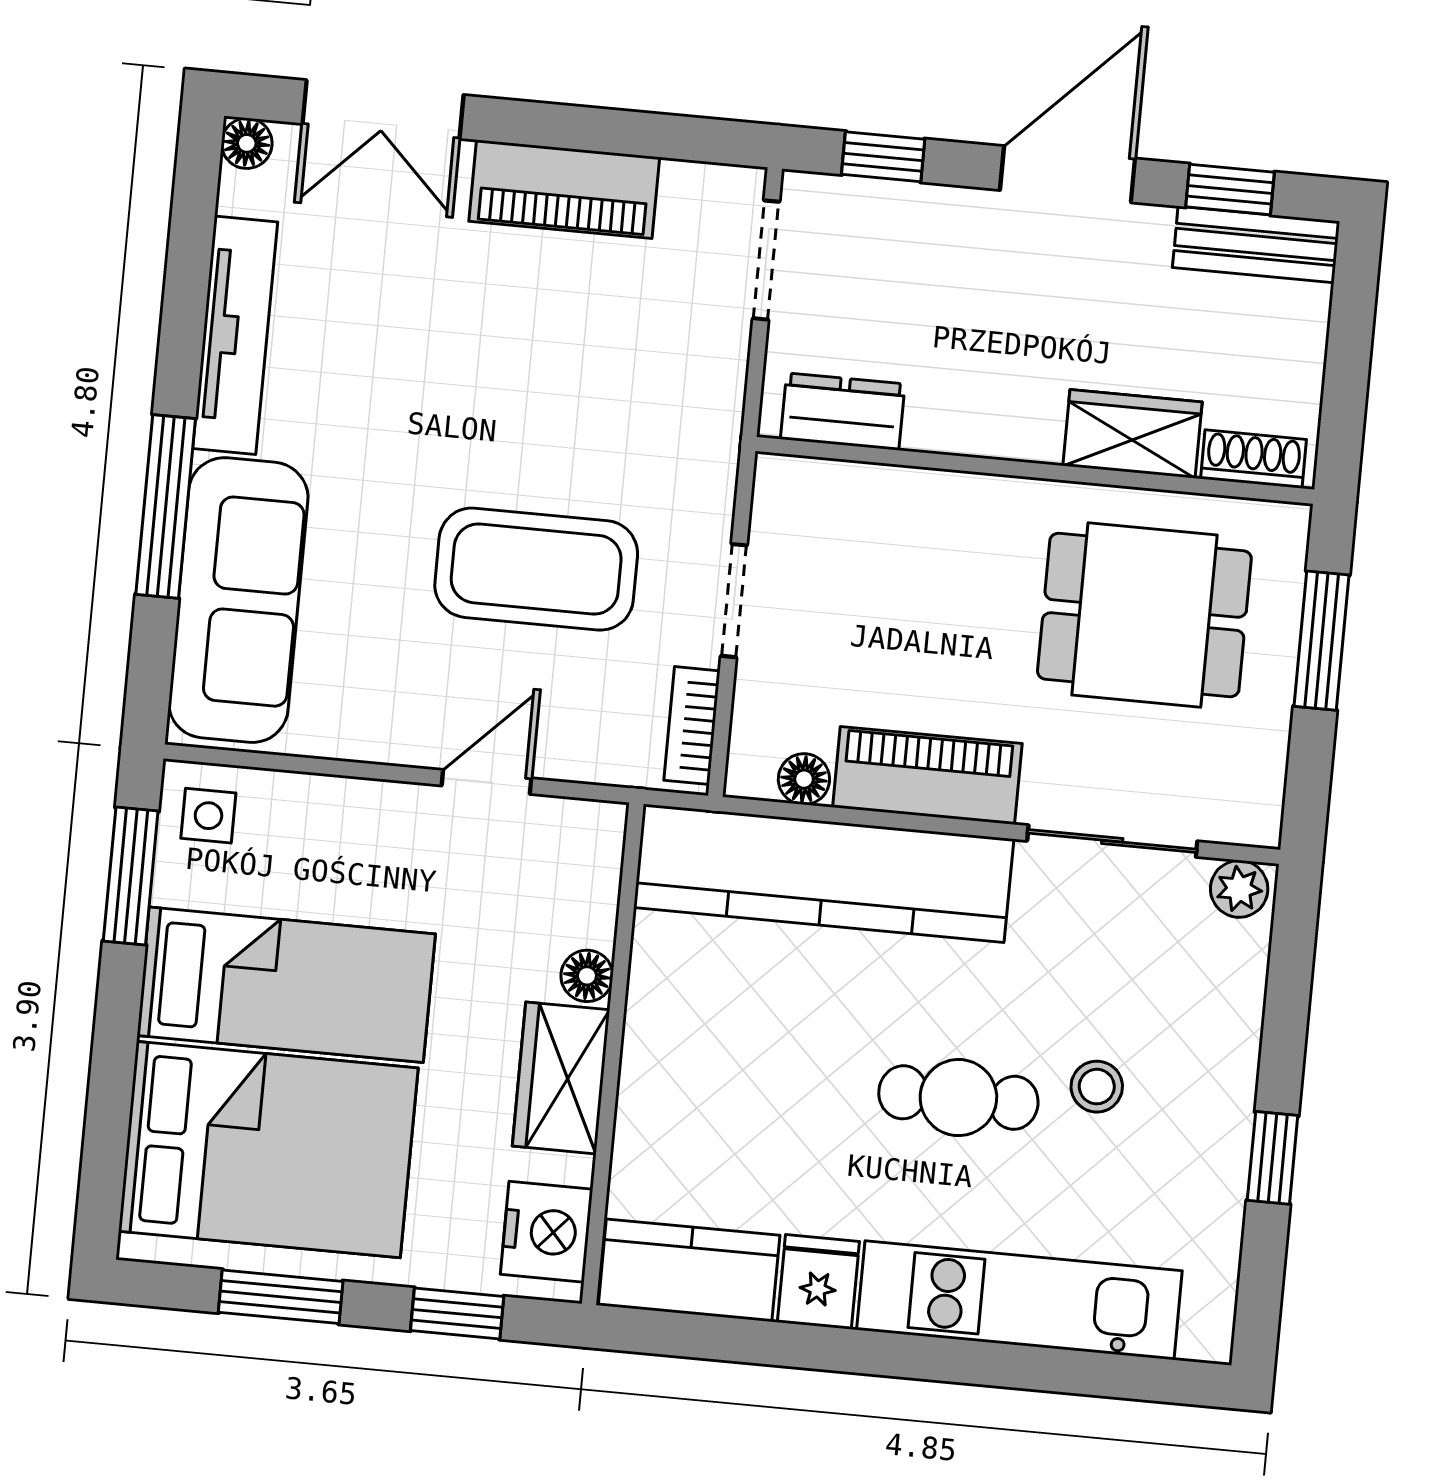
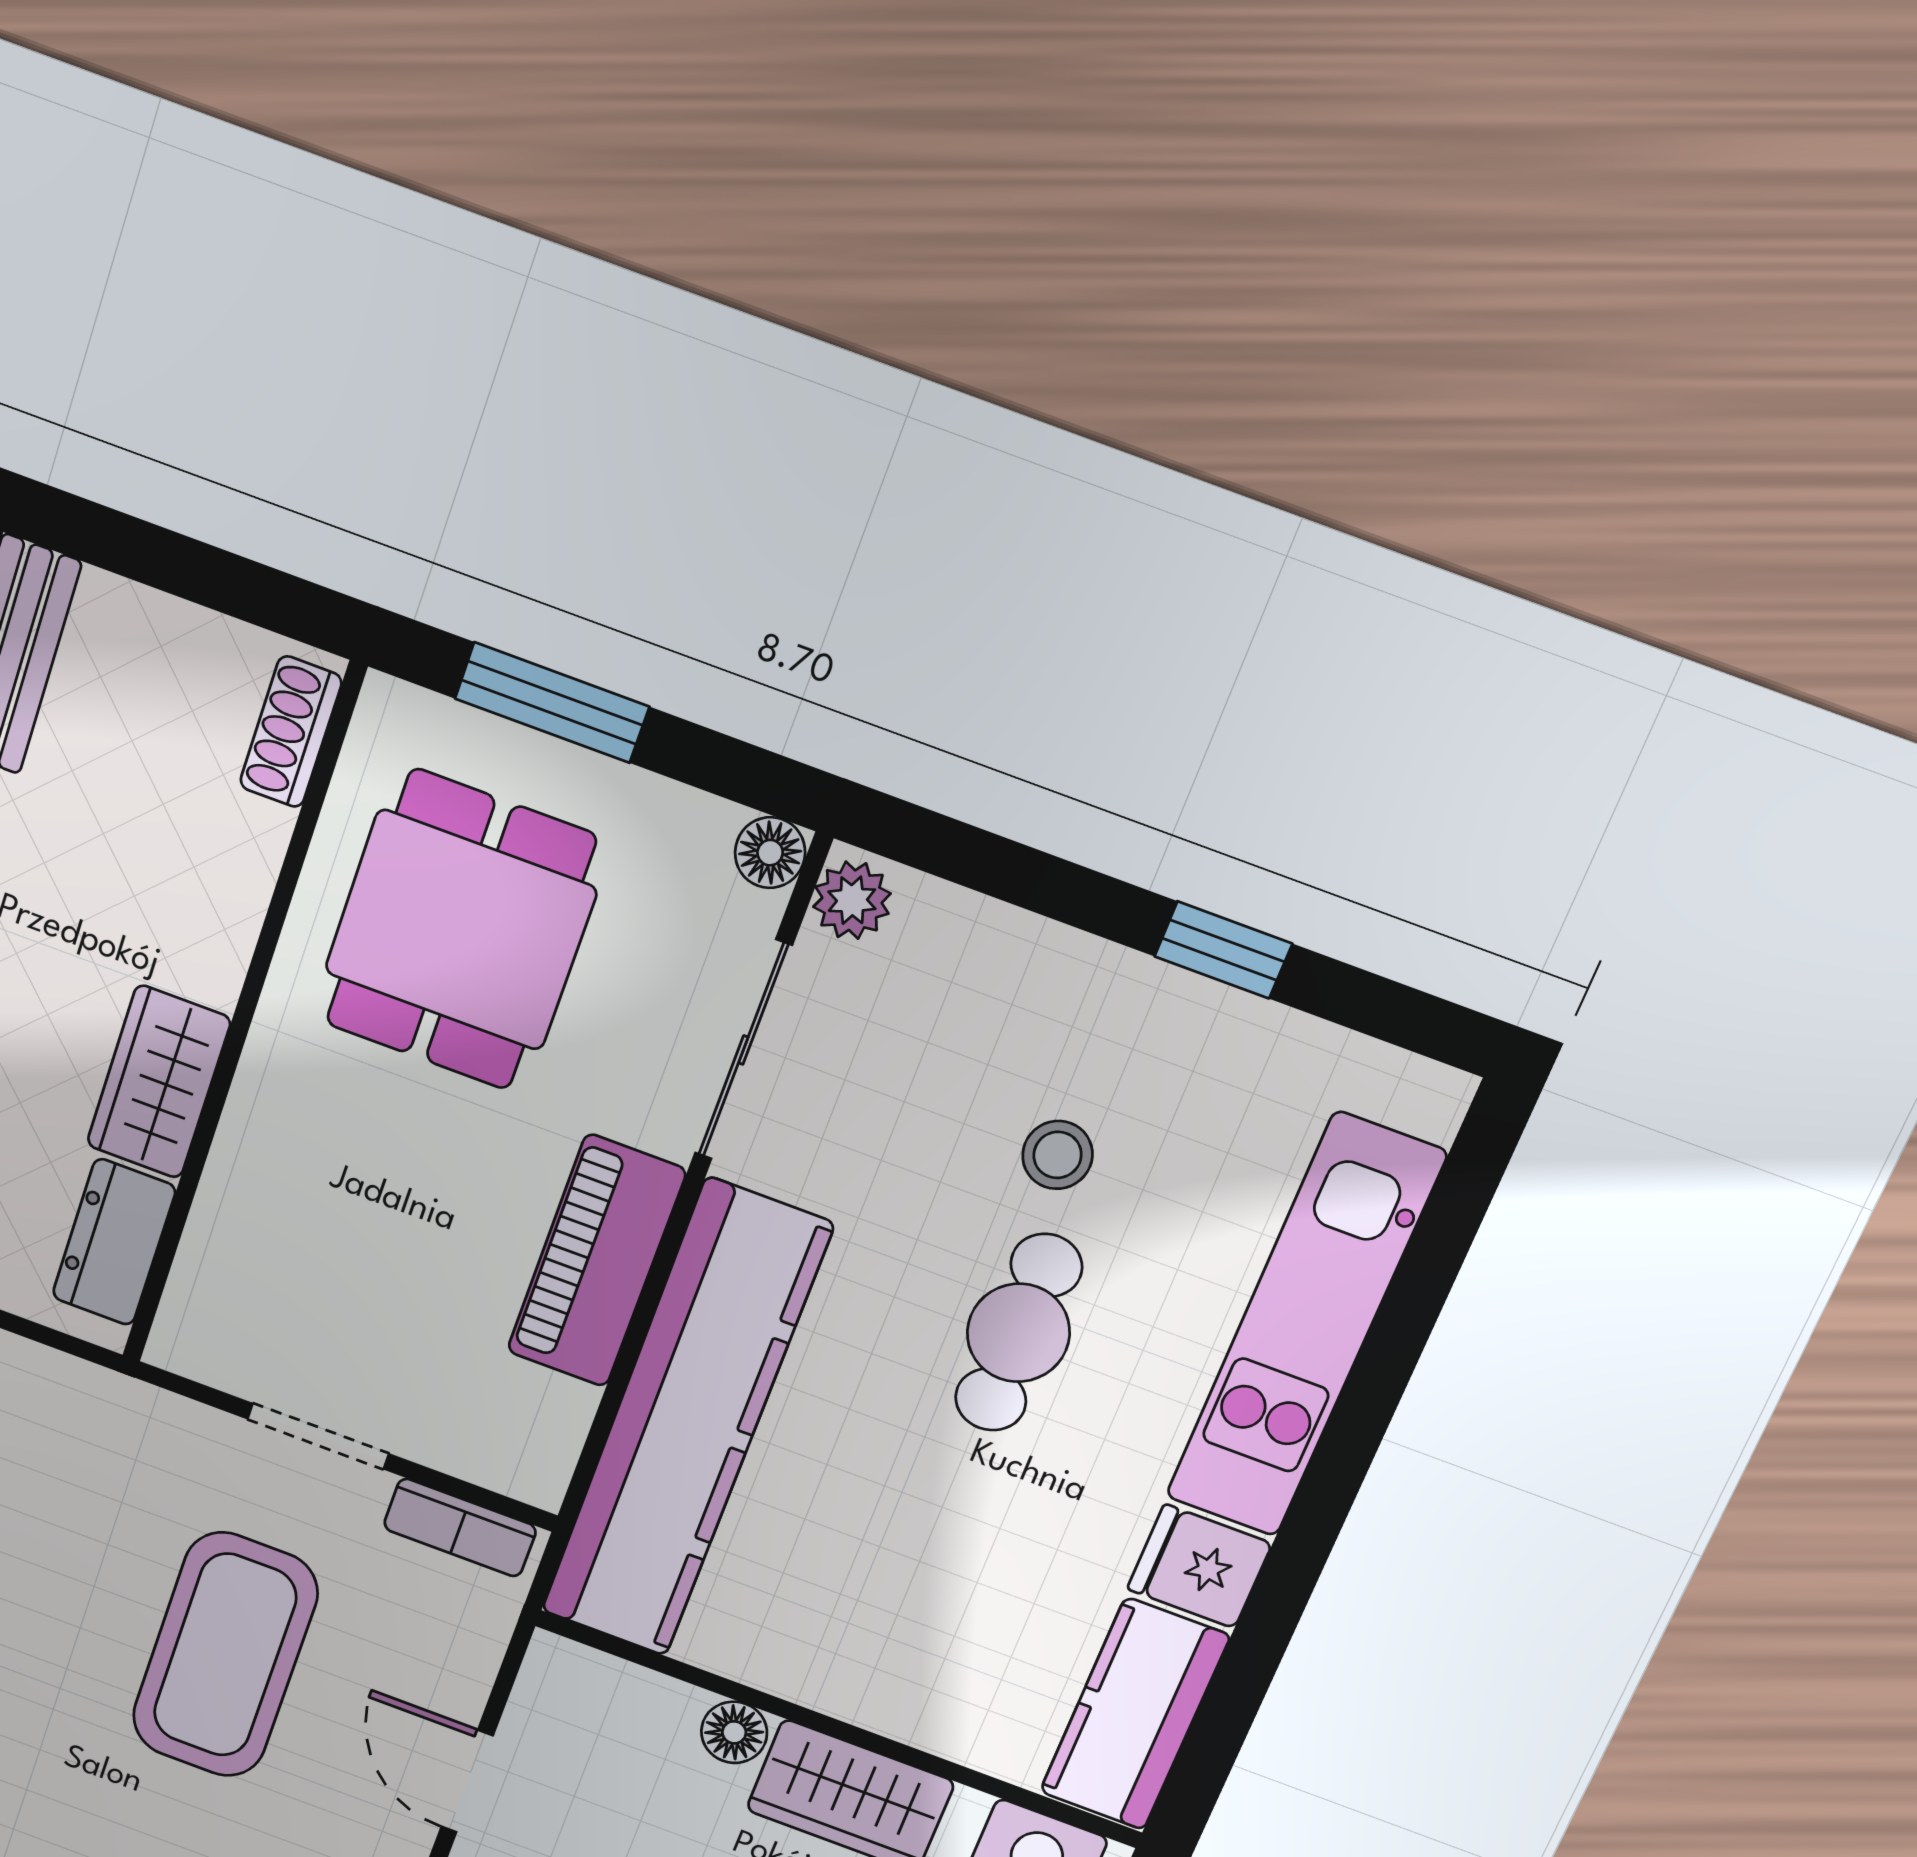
wardrobe: (1132, 434) -> (159, 1082), moved
floor lamp: (804, 779) -> (770, 853), moved

